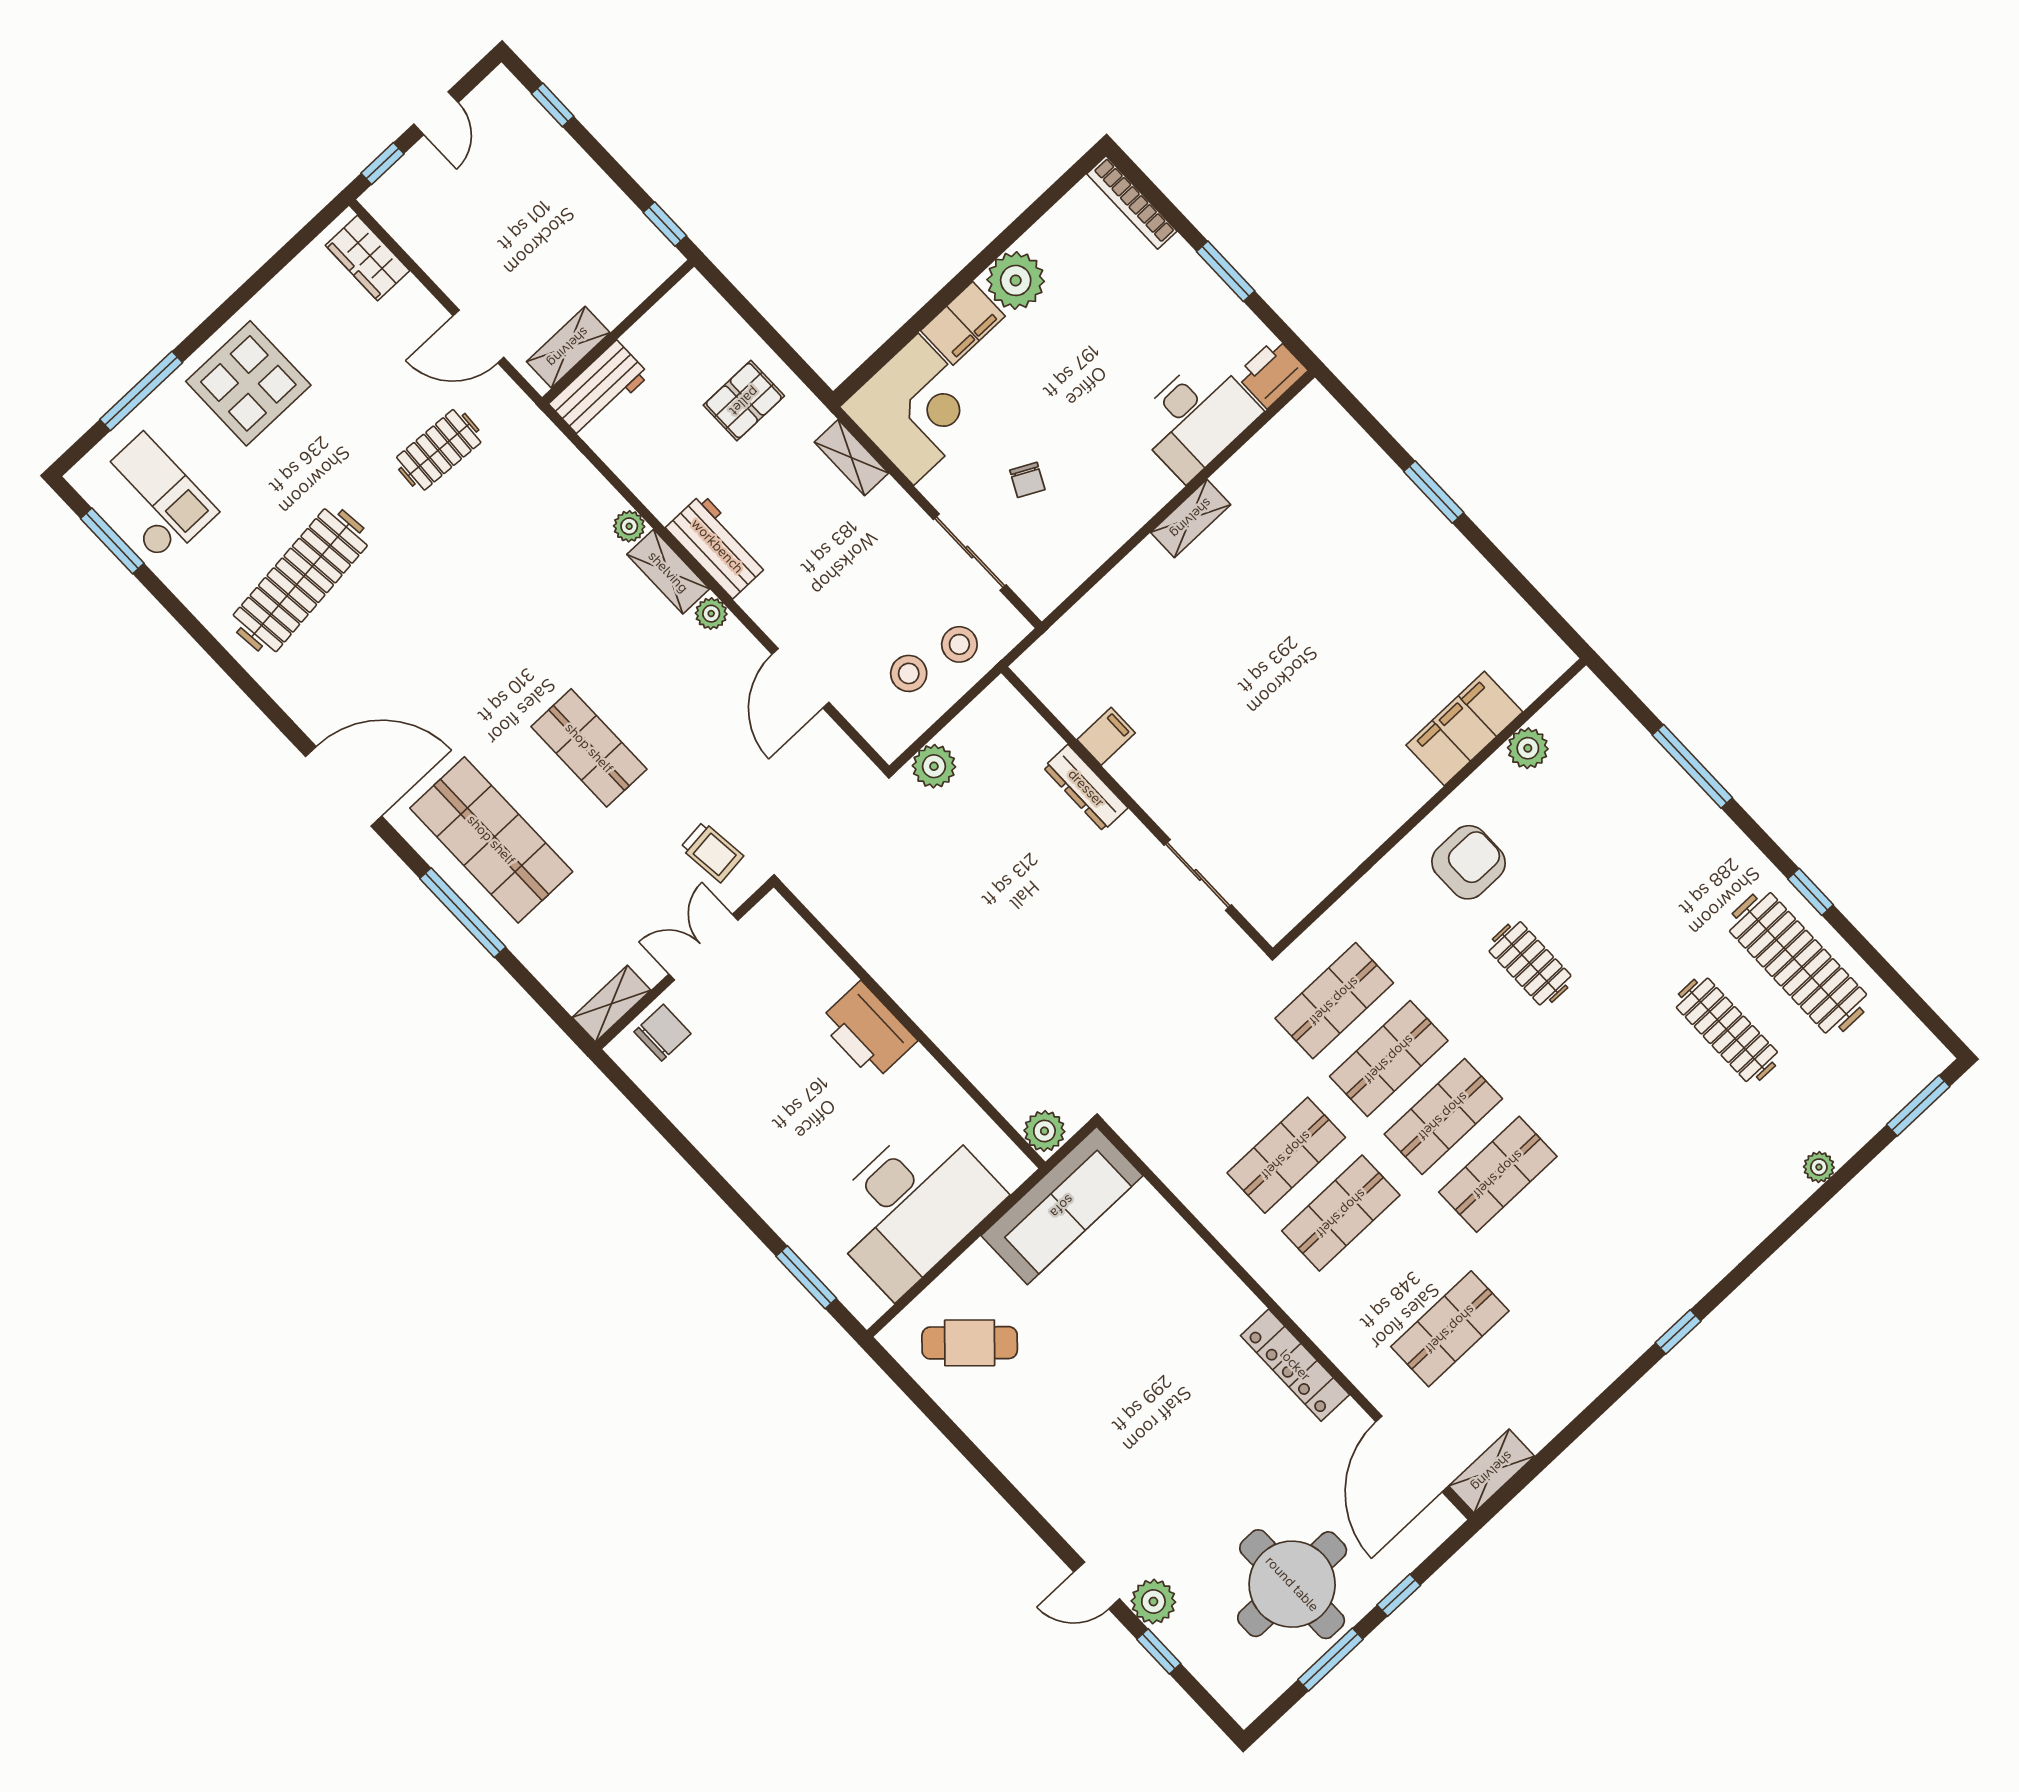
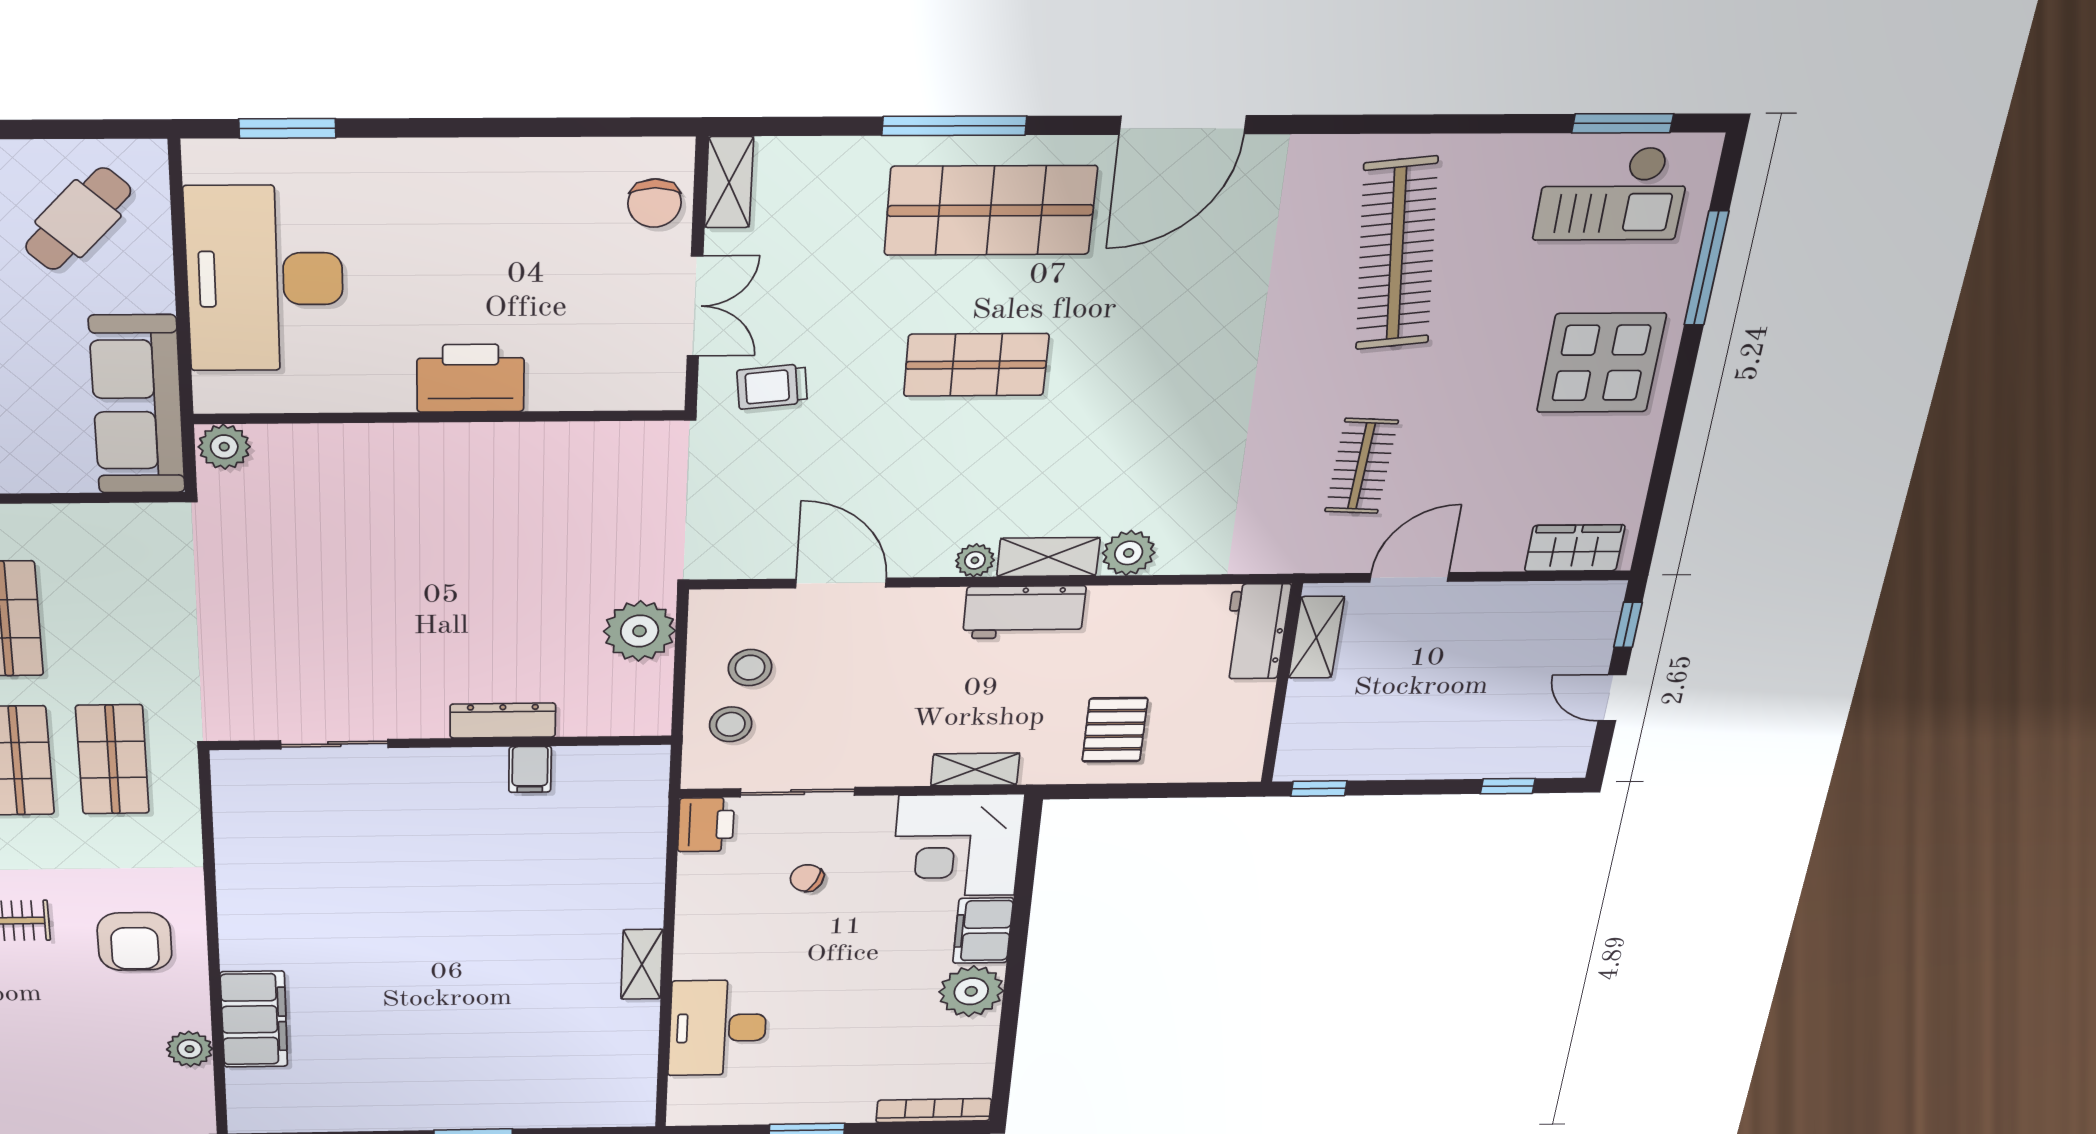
printer: (1272, 373) -> (706, 825), moved
plant: (629, 526) -> (1129, 553), width x1.38, depth x1.38
plant: (934, 766) -> (640, 631), width x1.36, depth x1.36

